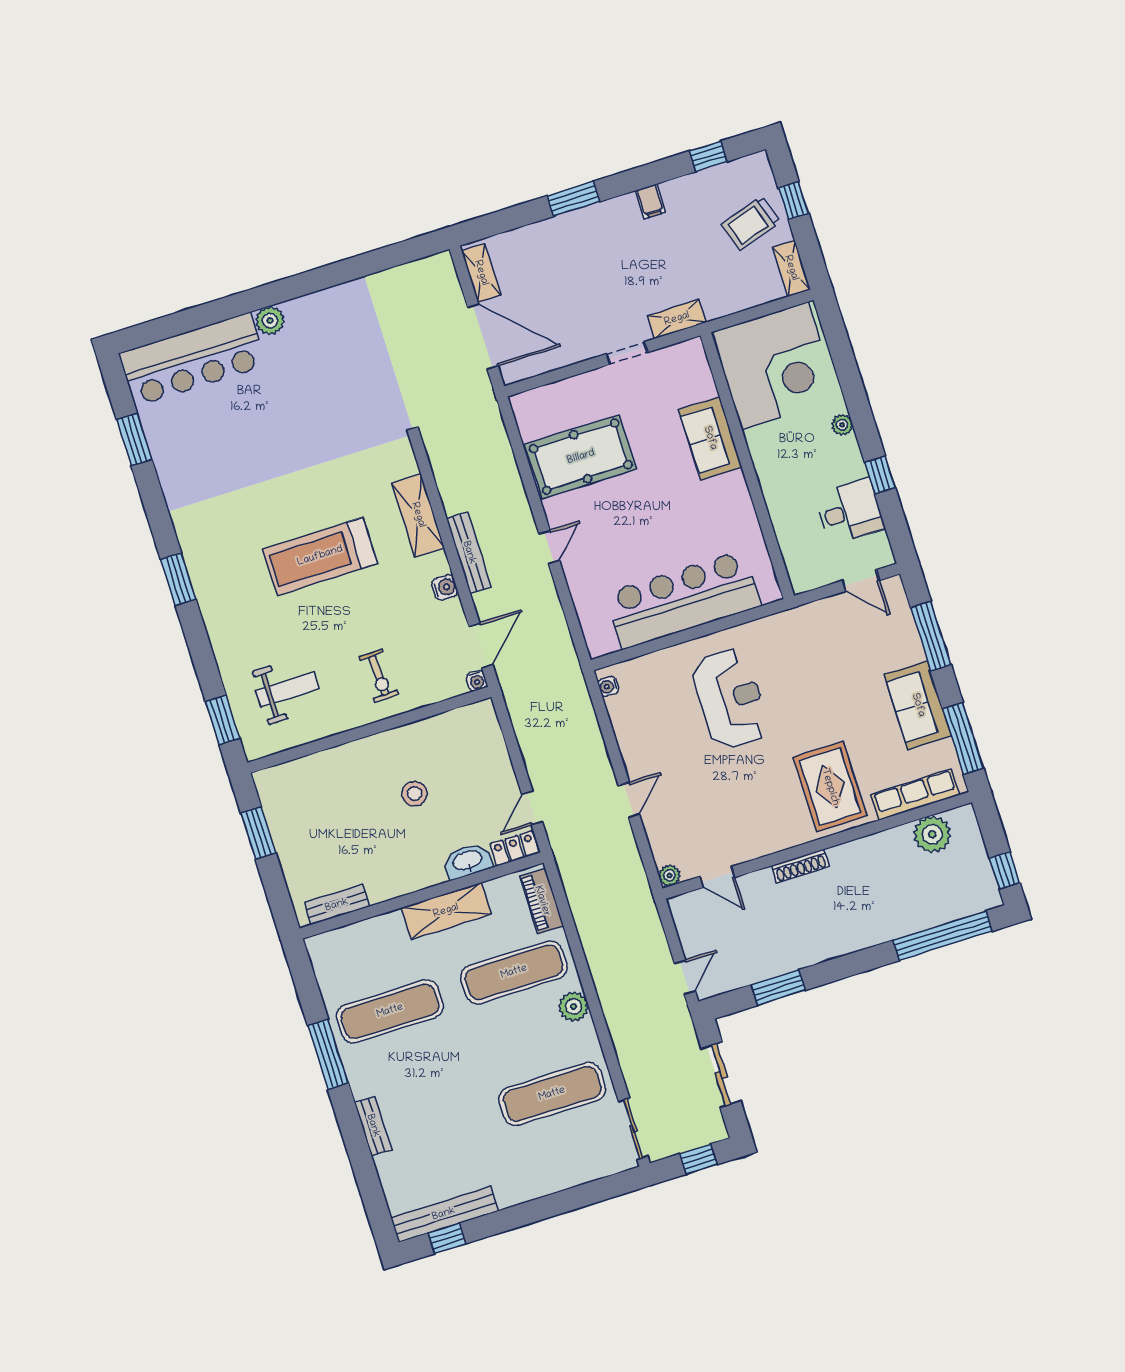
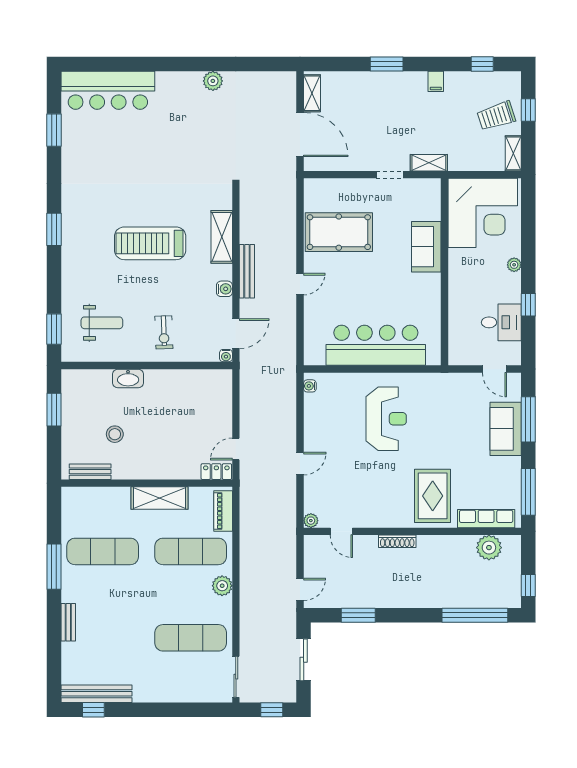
plant: (270, 321) -> (213, 81), moved
sofa: (918, 705) -> (506, 429), moved
stool: (415, 794) -> (115, 434), moved
washbasin: (468, 861) -> (128, 378), moved, turned 180

